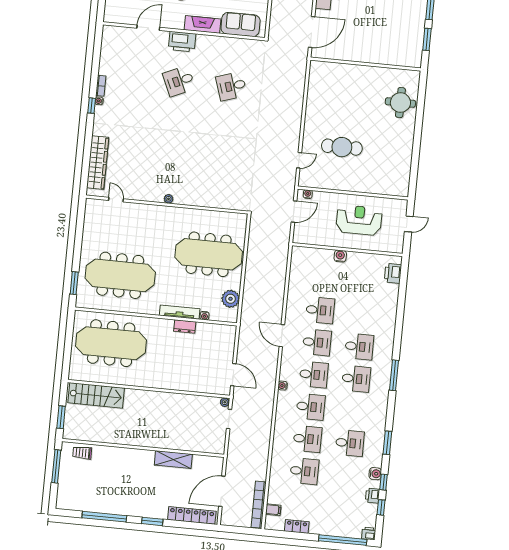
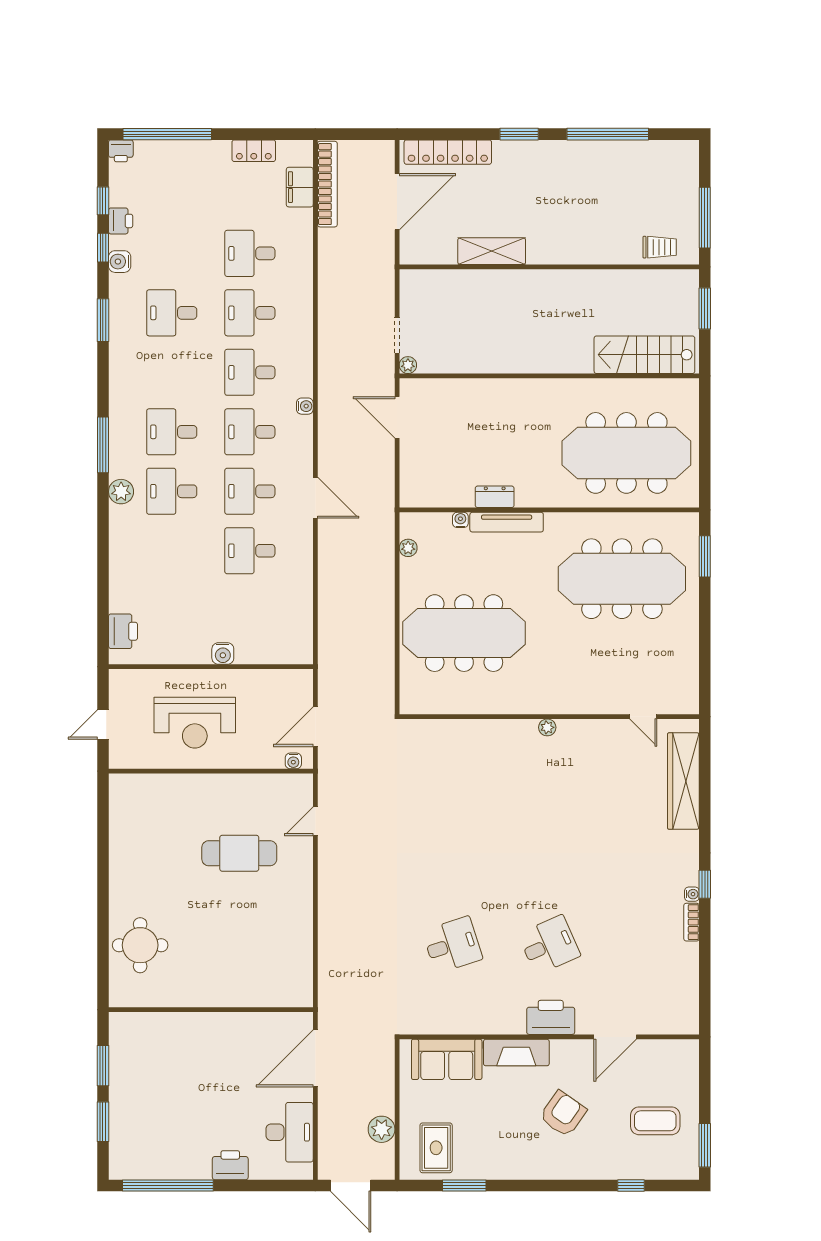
plant: (230, 299) -> (408, 548), width x0.53, depth x0.53
plant: (387, 349) -> (121, 492), added
filing cabinet: (273, 510) -> (300, 187), width x2.00

